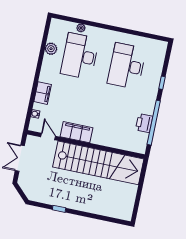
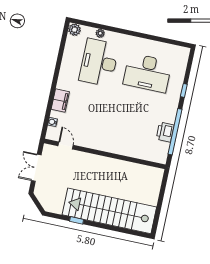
plant: (51, 49) -> (74, 30), moved
desk: (127, 66) -> (147, 73), turned -90
filing cabinet: (76, 132) -> (95, 141), removed
stairs: (98, 163) -> (109, 211), moved, turned 180

